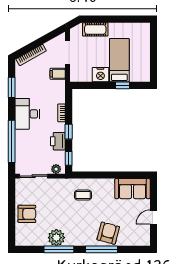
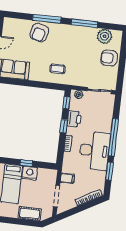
window: (122, 85) -> (26, 163), moved
desk: (27, 114) -> (95, 151), width x1.36, depth x1.30
window: (12, 141) -> (113, 137), moved
plant: (56, 238) -> (104, 36), moved

